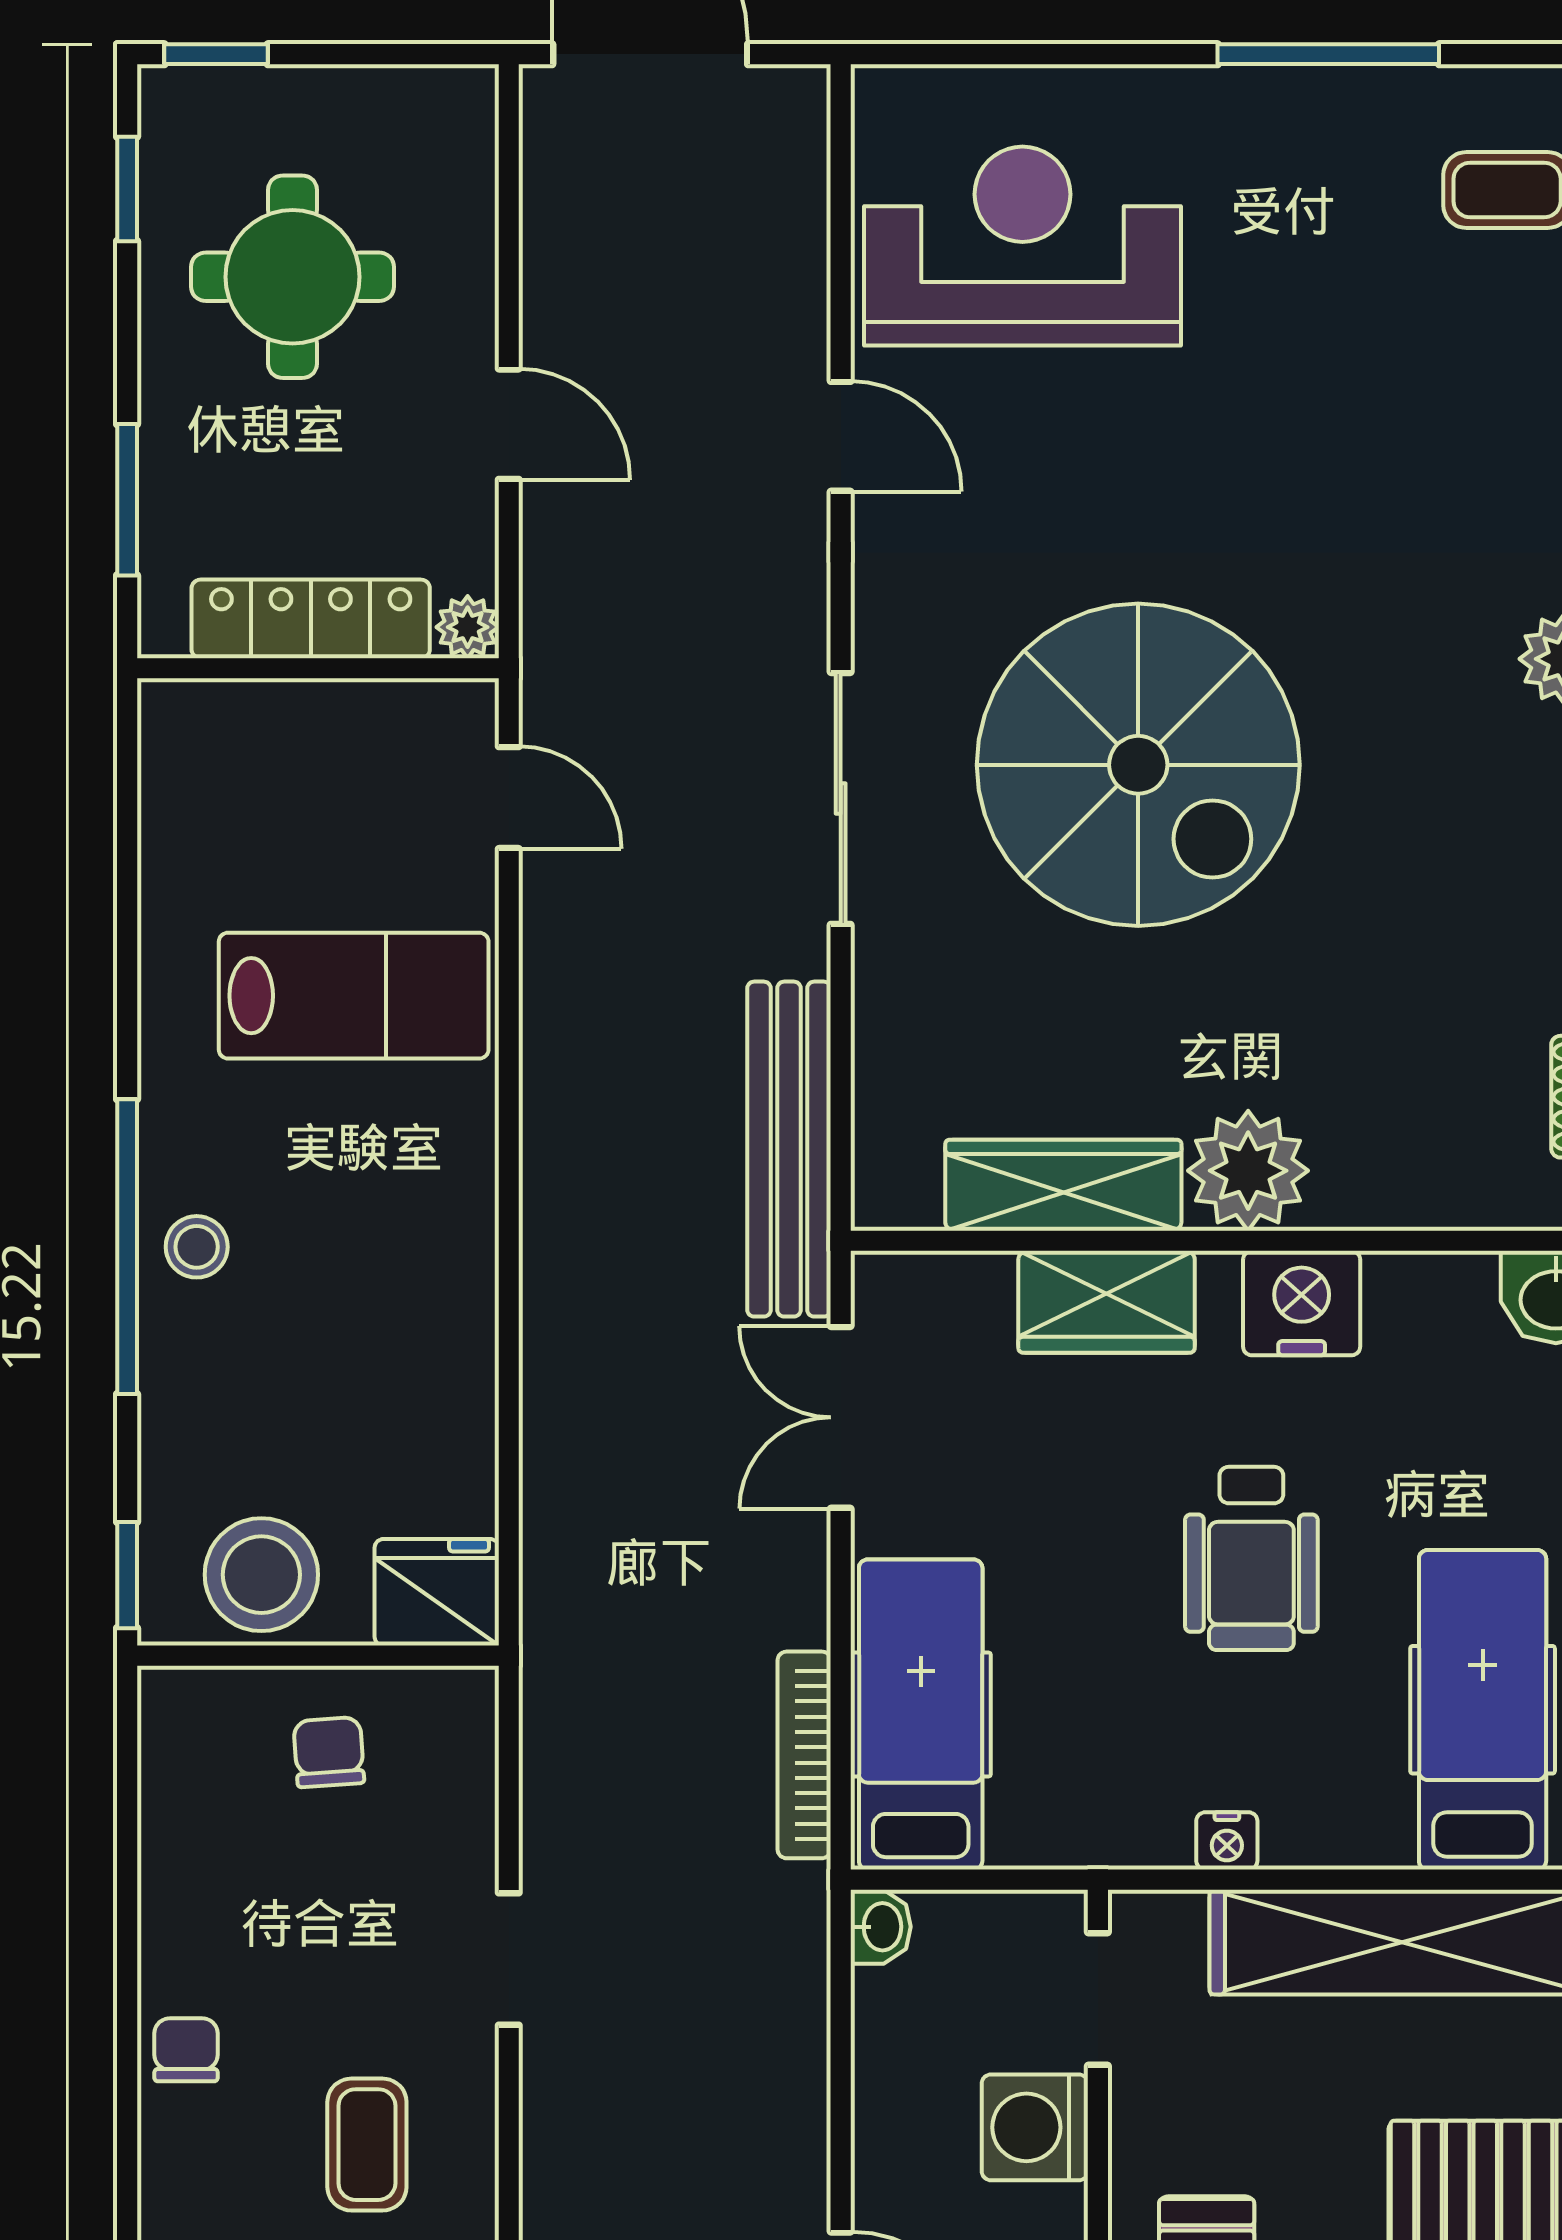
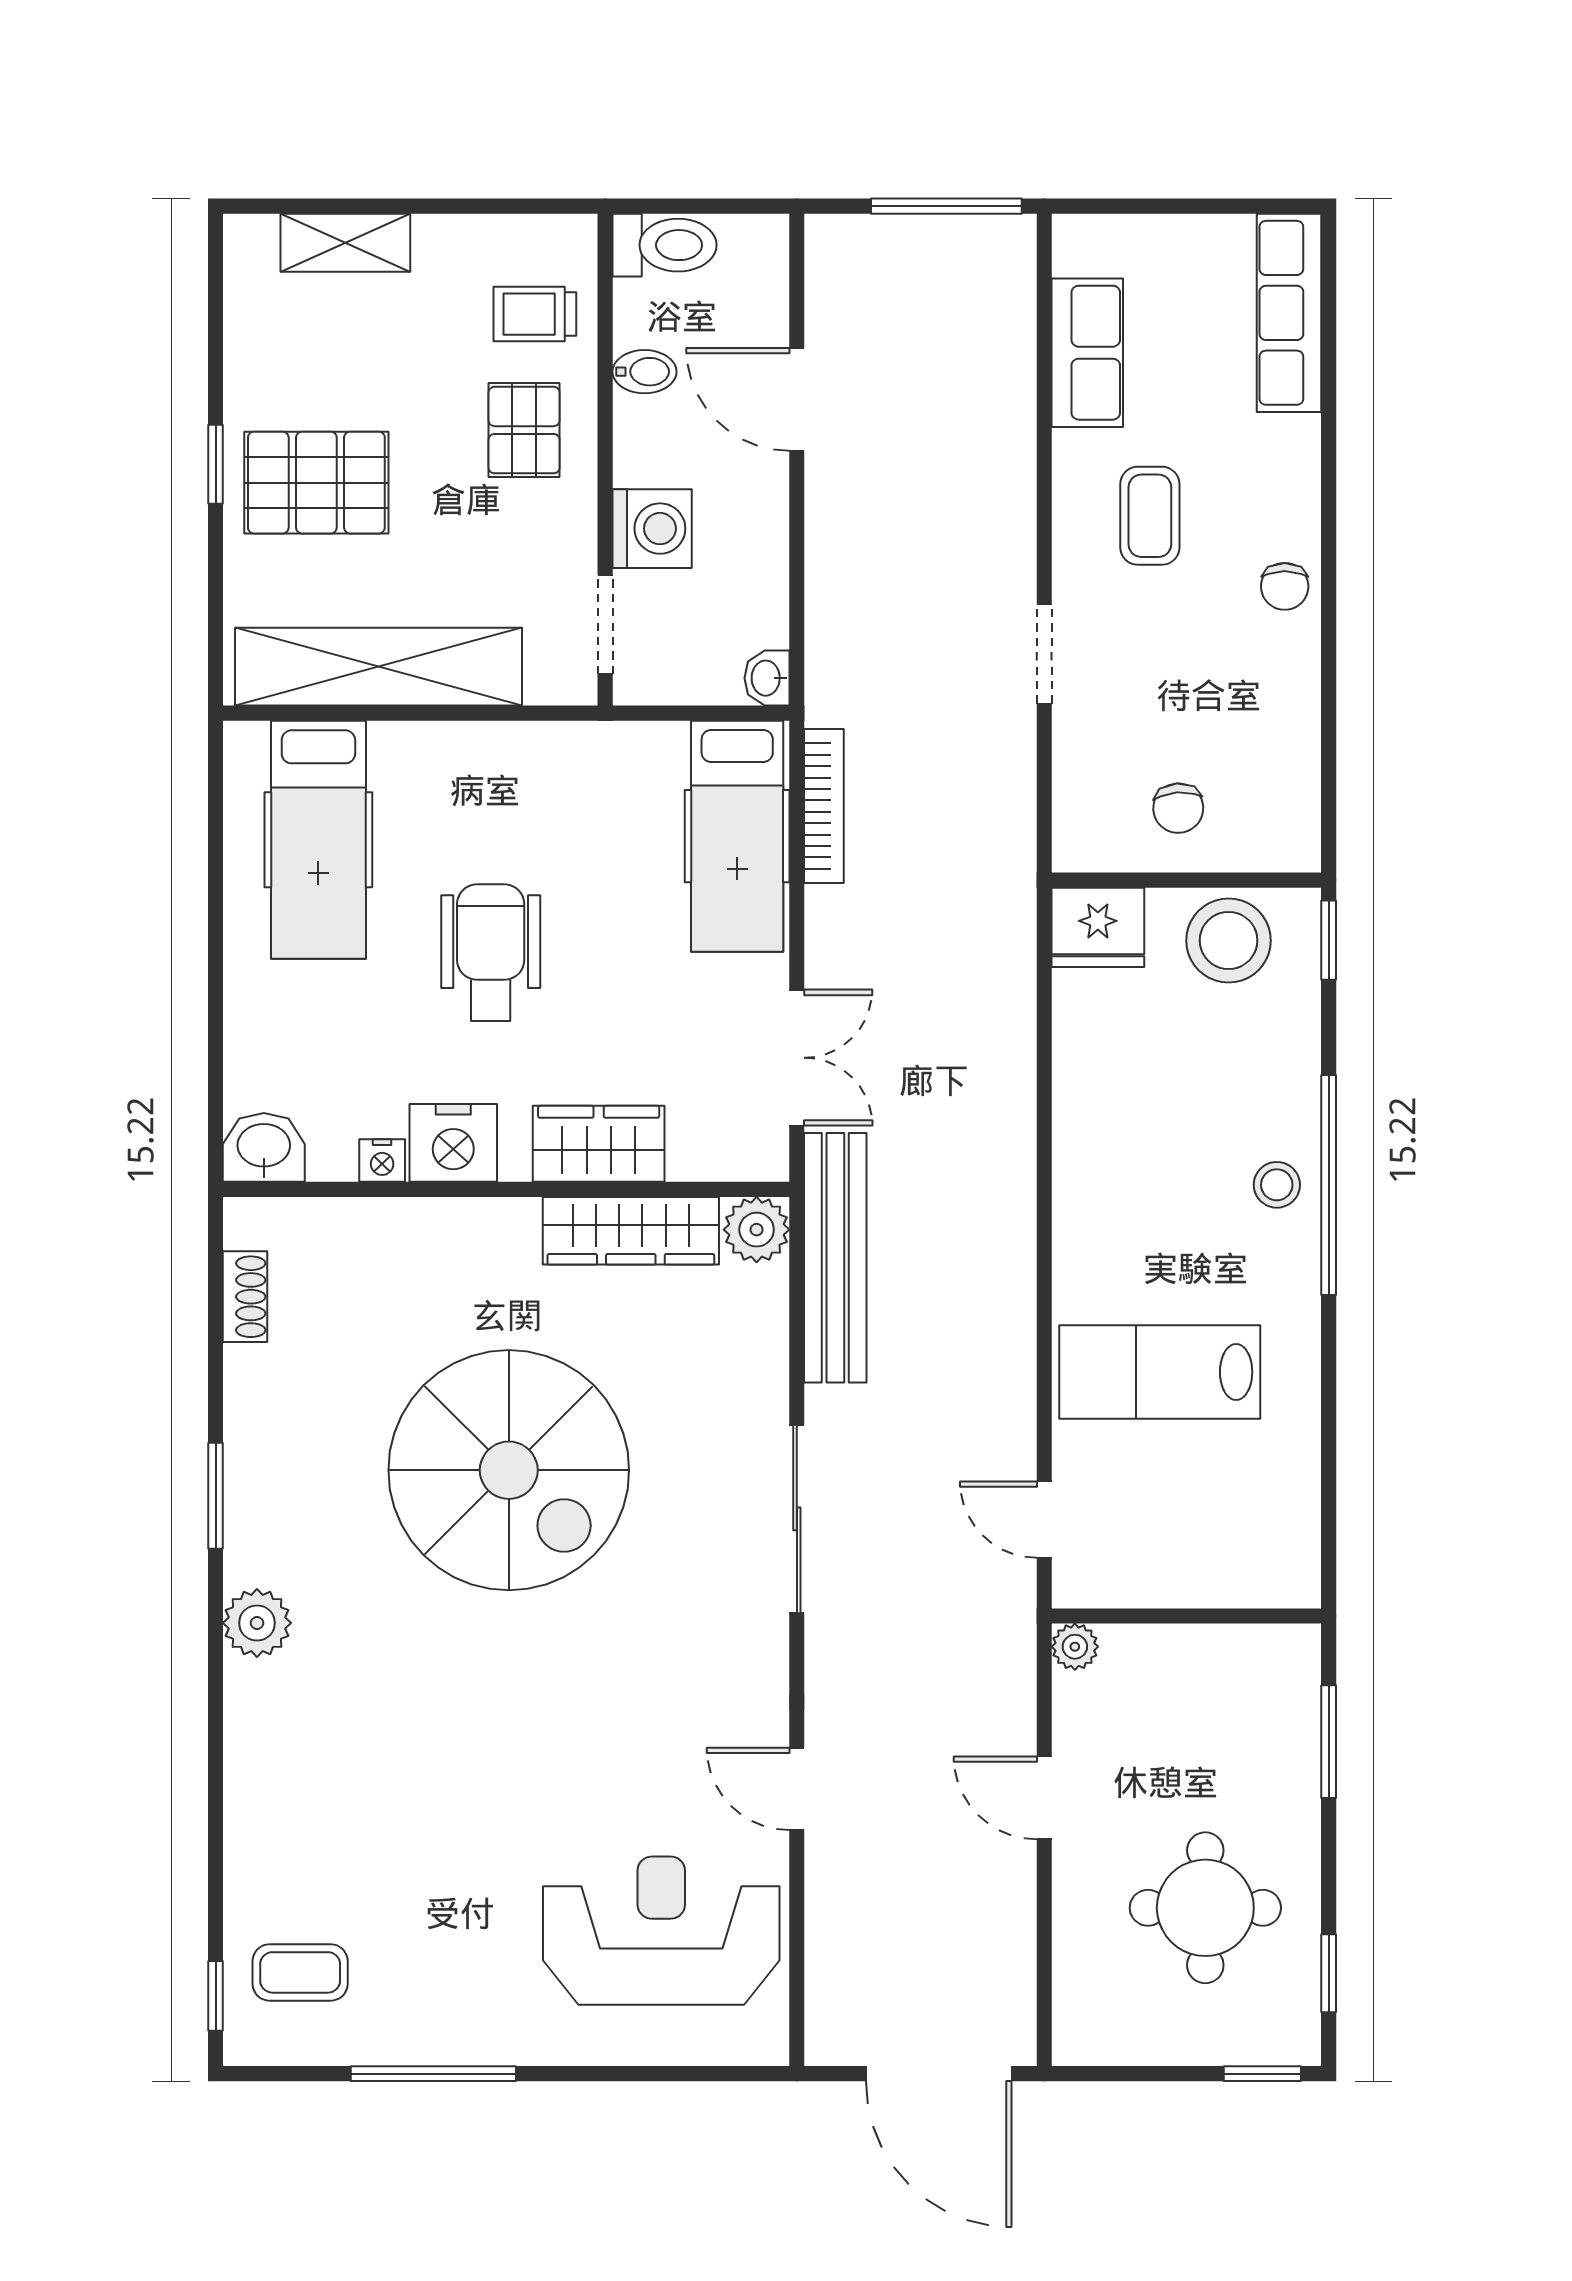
reception desk: (1022, 246) -> (661, 1931), turned 180
locker: (311, 619) -> (1192, 1653), removed
spiral stairs: (1138, 765) -> (509, 1470), moved, turned 180
plant: (1248, 1171) -> (757, 1230), moved, width x0.73, depth x0.73
nightstand: (1227, 1841) -> (382, 1160), moved, turned 180

